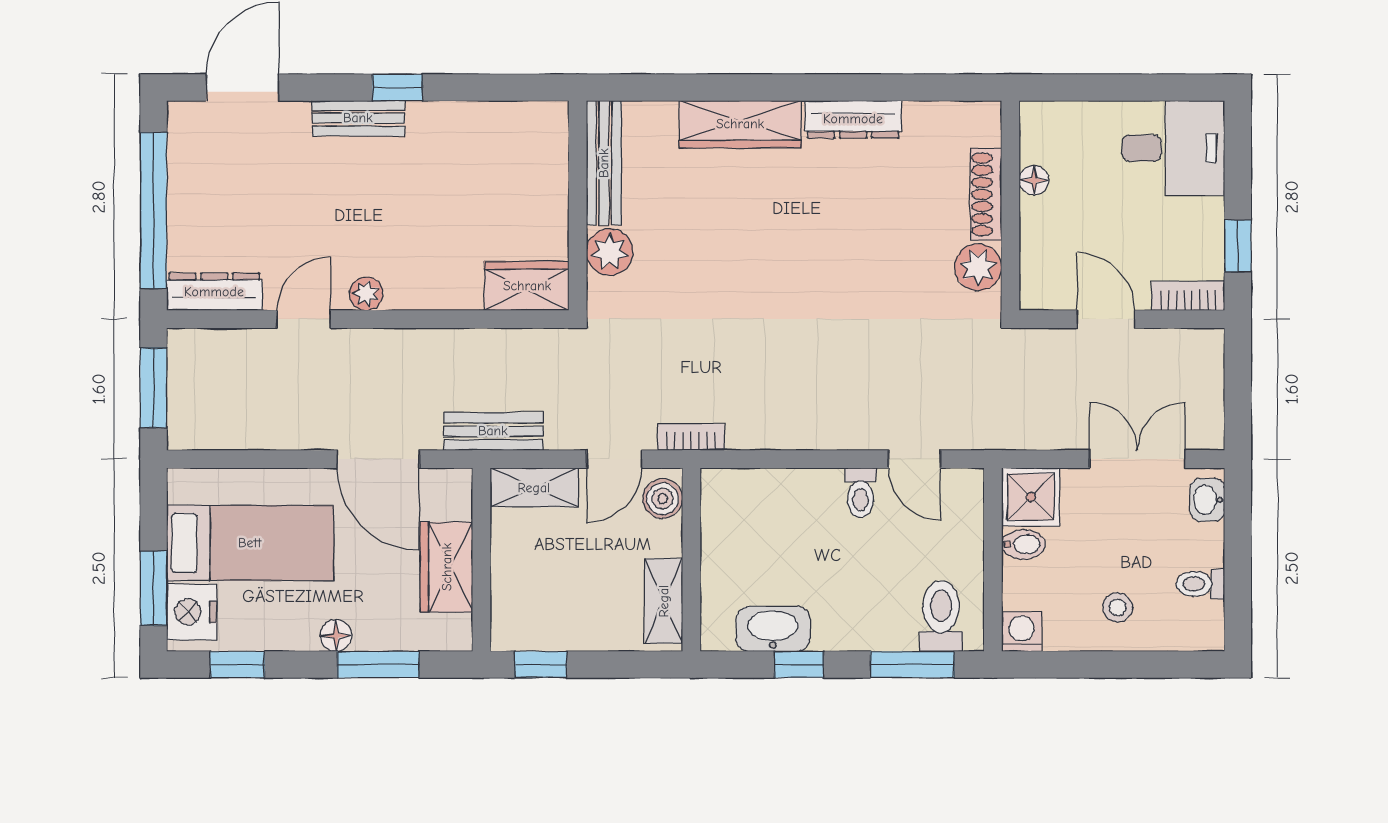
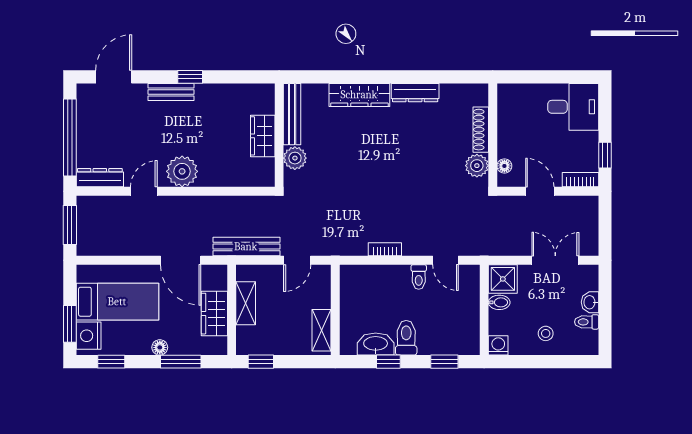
floor lamp: (1034, 180) -> (504, 166), moved
wardrobe: (527, 286) -> (263, 136), moved, turned -90
plant: (366, 294) -> (182, 171), width x1.87, depth x1.87
bench: (493, 431) -> (246, 247), width x1.36
bookcase: (691, 437) -> (385, 249), moved
shelving: (534, 488) -> (246, 303), moved, turned 90
boiler: (663, 499) -> (321, 280), removed
washbasin: (1207, 500) -> (590, 302), moved
toilet: (941, 616) -> (406, 338), moved
window: (912, 665) -> (444, 362), width x0.67

